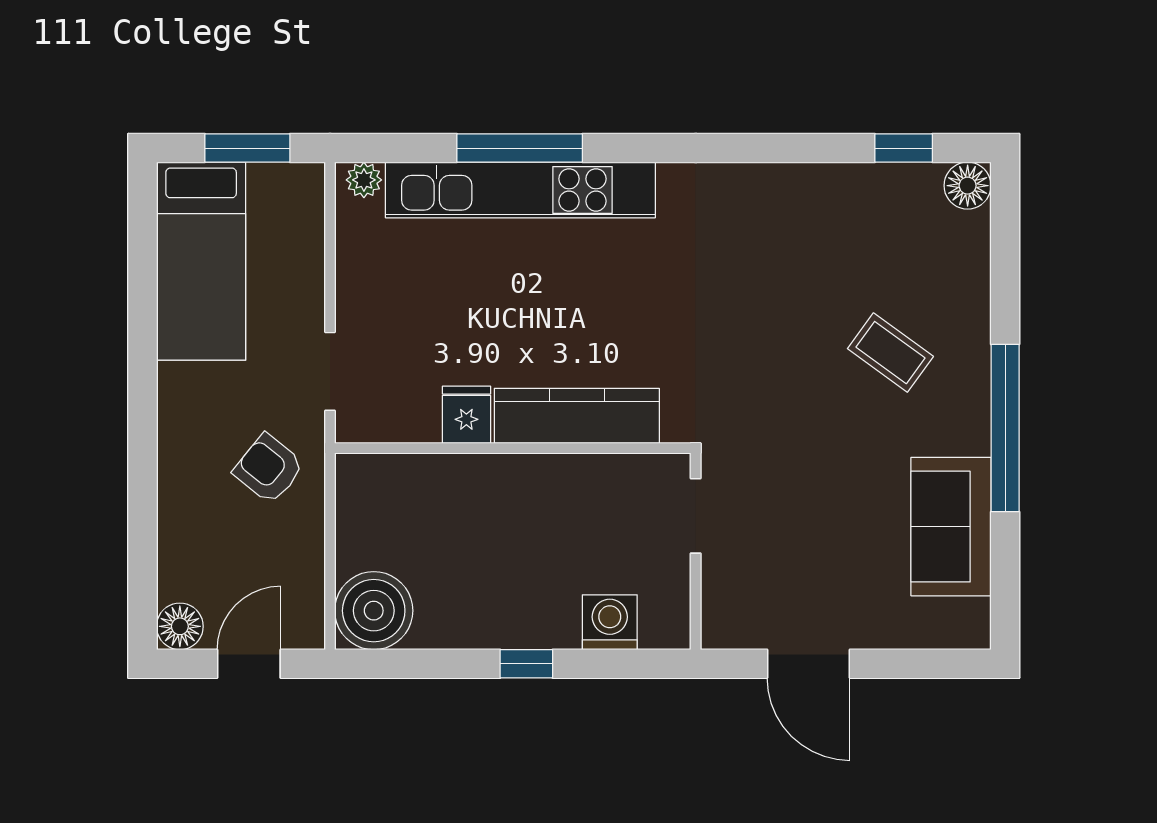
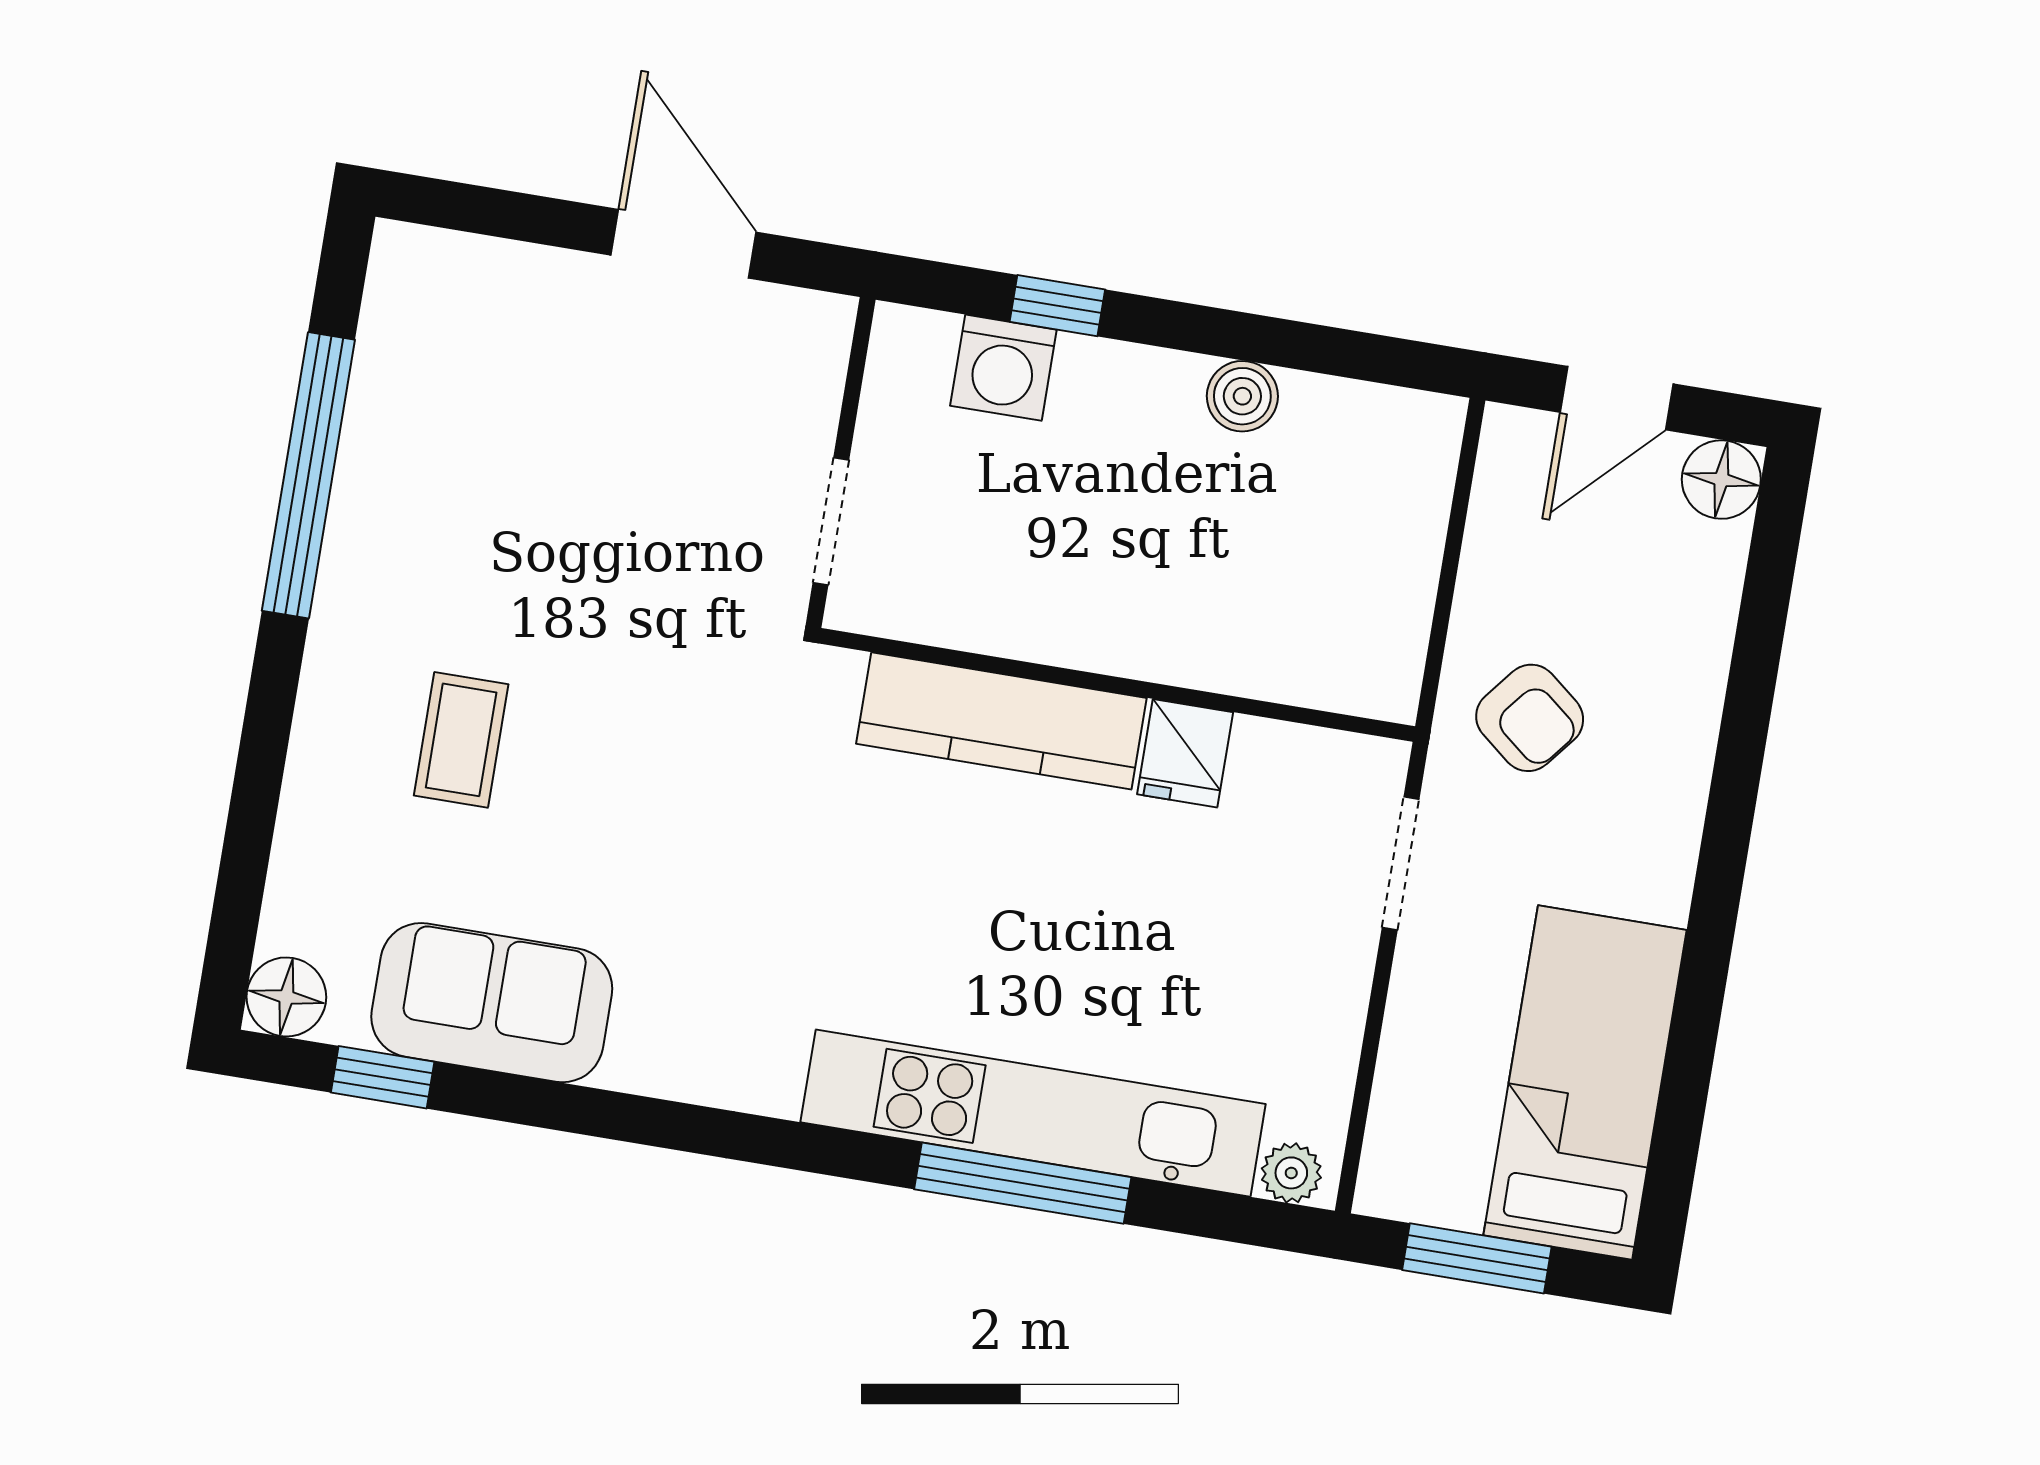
coffee table: (890, 353) -> (461, 740), turned 54
window: (1005, 428) -> (308, 475), moved
sofa: (951, 527) -> (492, 1003), moved, turned -90
boiler: (374, 611) -> (1242, 396), moved, width x0.54, depth x0.54
window: (526, 664) -> (1057, 306), moved

